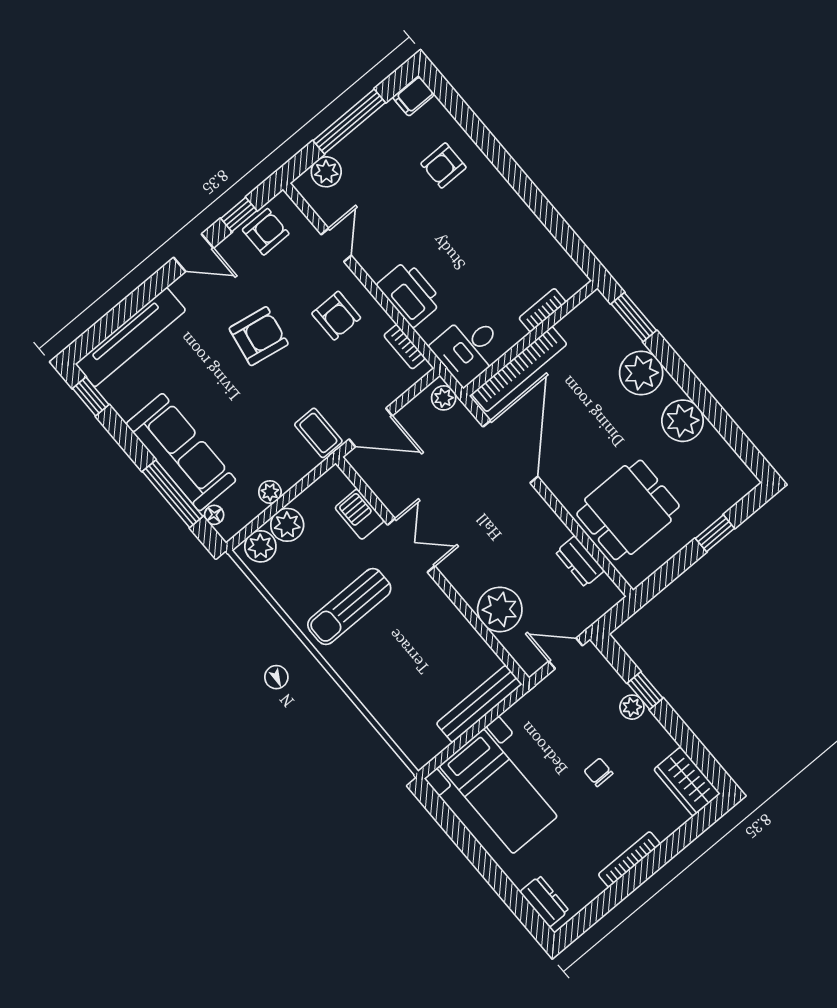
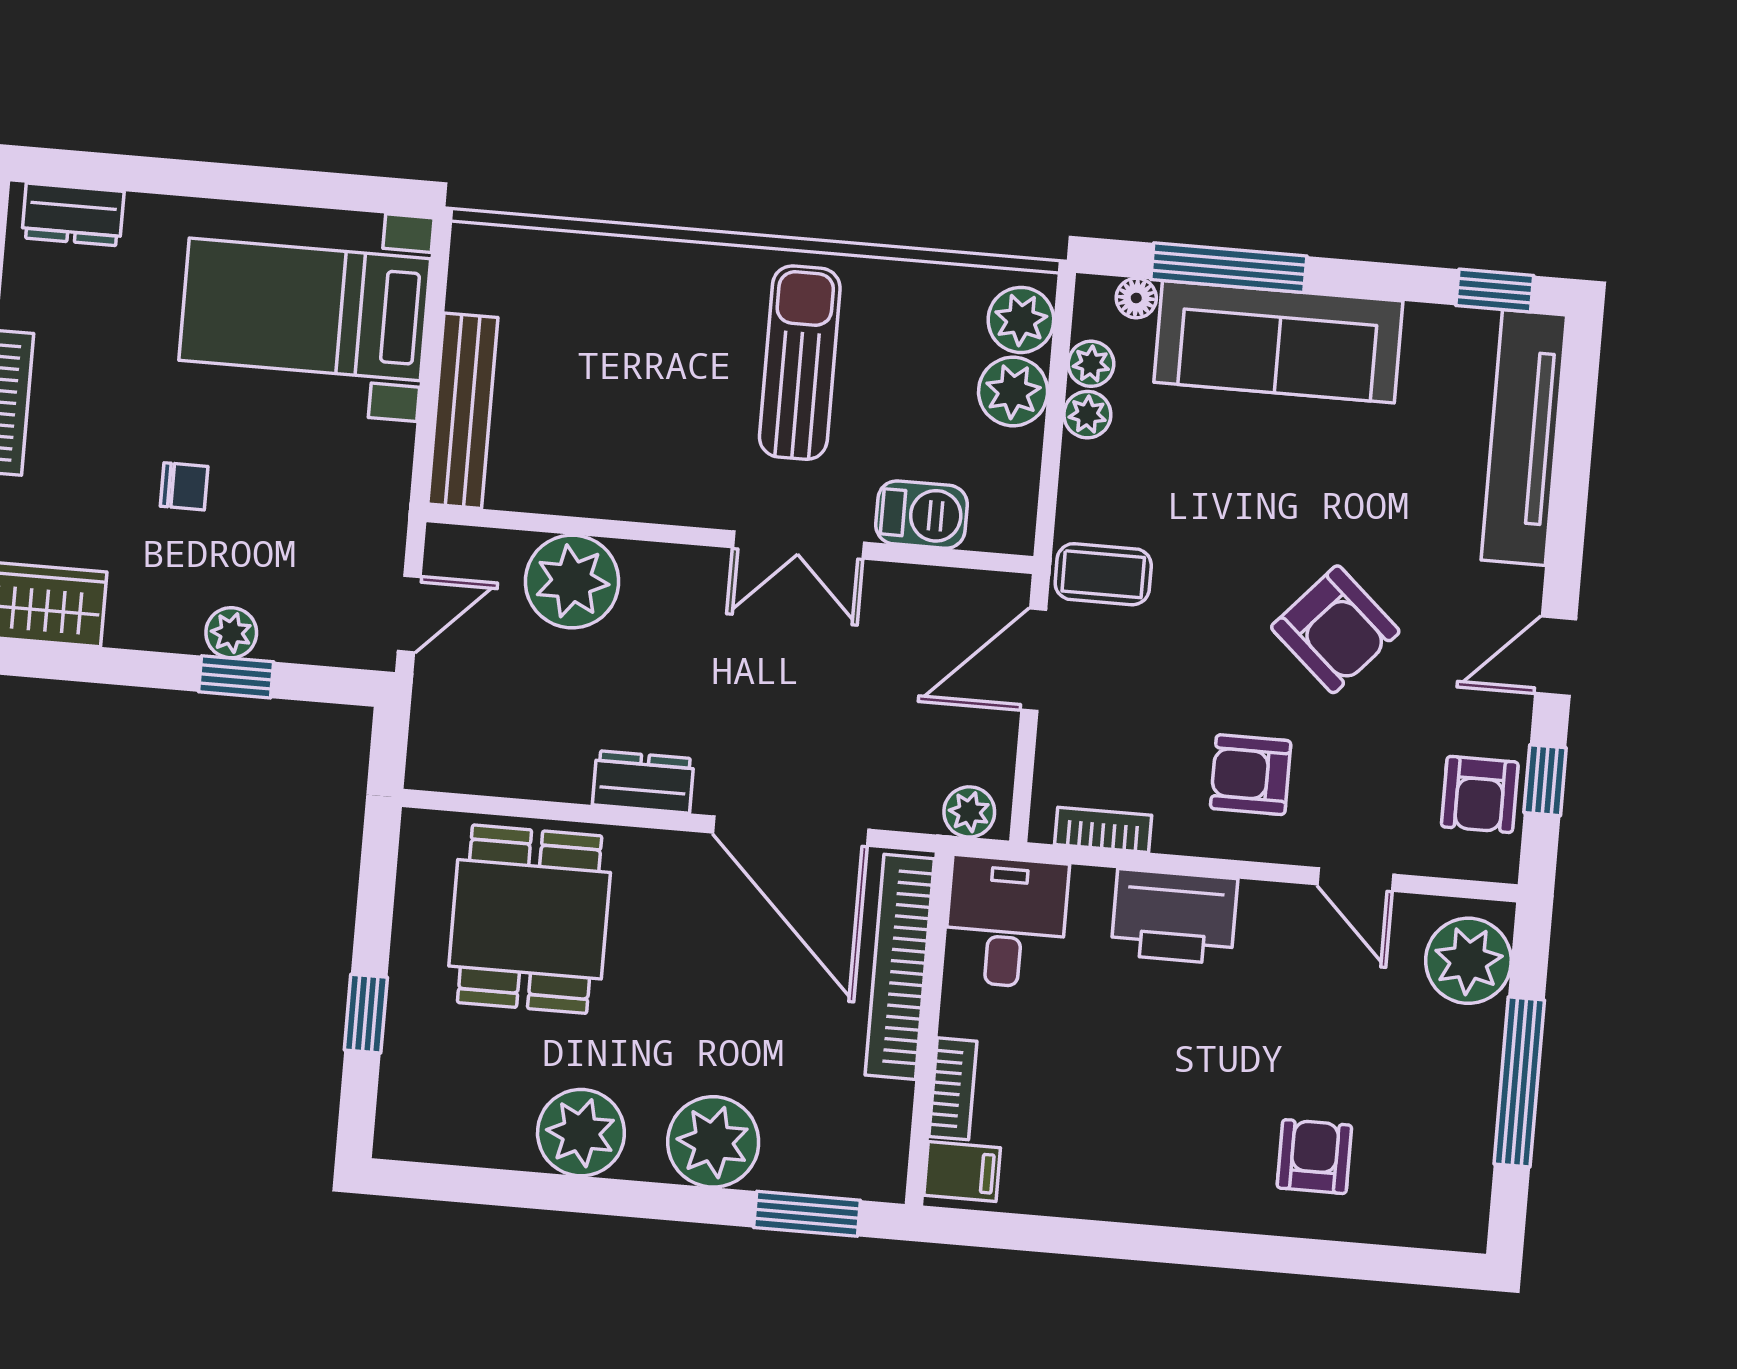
filing cabinet: (413, 96) -> (962, 1172), moved, turned 90
plant: (326, 172) -> (1468, 961), width x1.36, depth x1.36
armchair: (259, 336) -> (1335, 629), turned -58
plant: (252, 508) -> (1091, 364), added
dresser: (580, 561) -> (643, 782), moved

